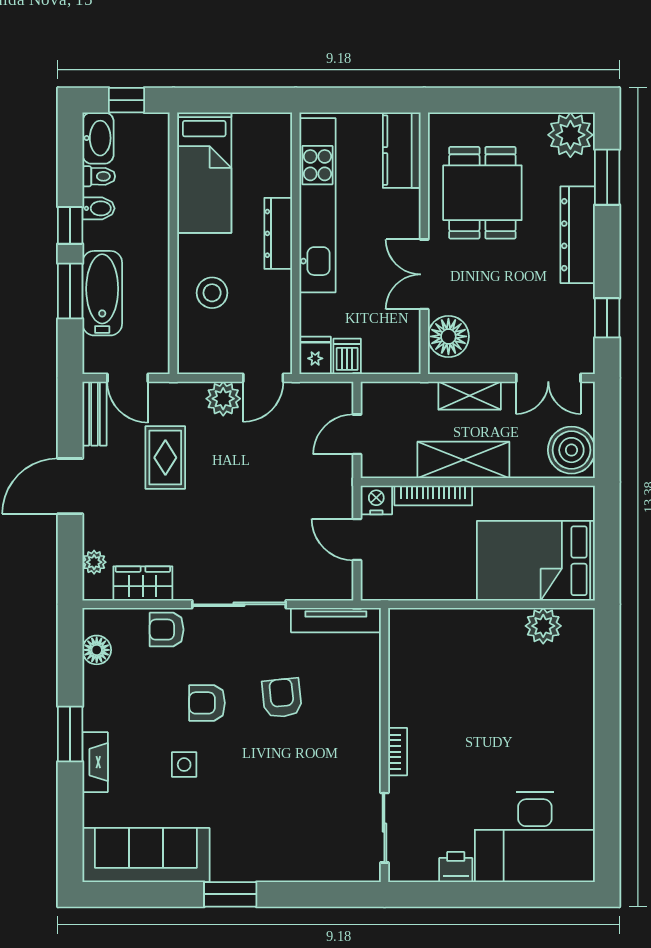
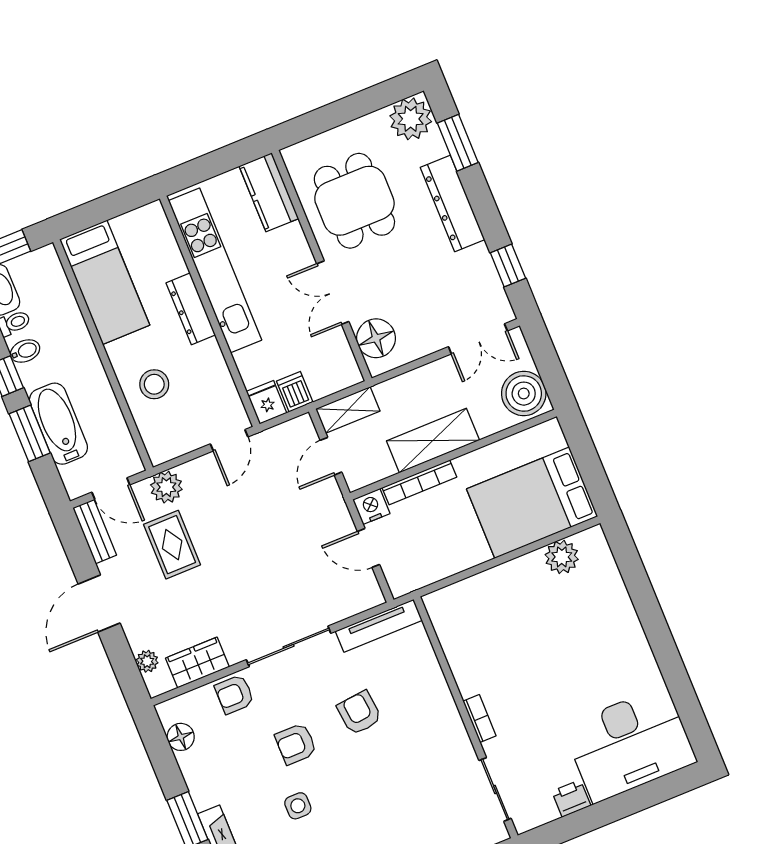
shelving: (470, 396) -> (348, 410), moved
plant: (223, 399) -> (166, 487), moved

